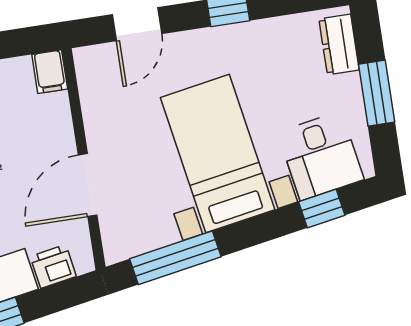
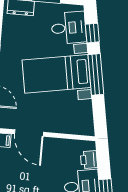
door: (88, 185) -> (29, 133), moved
window: (175, 258) -> (96, 74), moved

